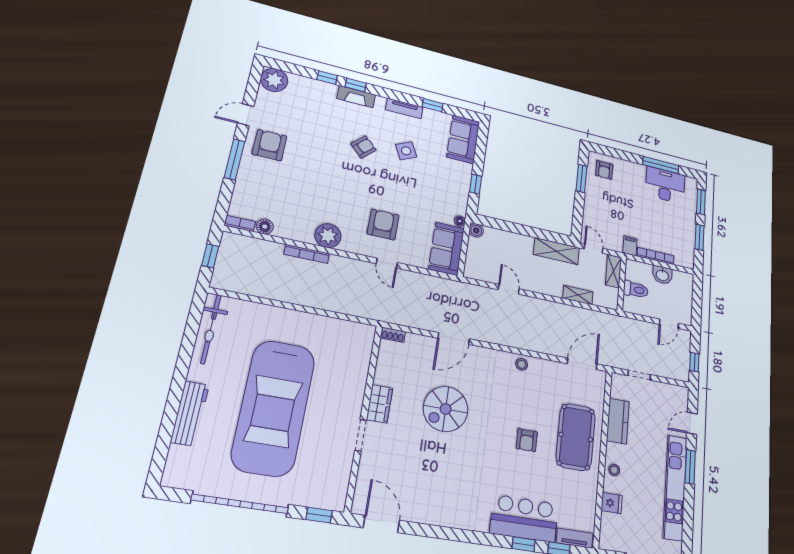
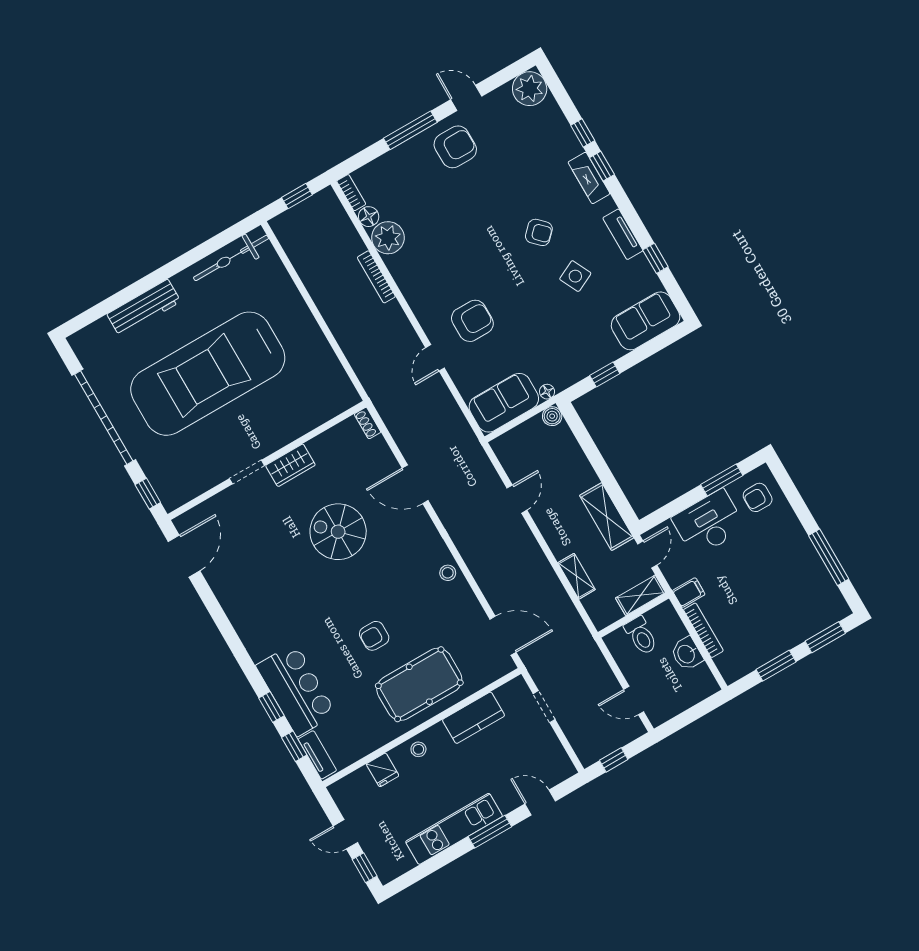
desk: (665, 185) -> (709, 523), moved, turned -90
plant: (328, 236) -> (388, 238), moved
kitchen unit: (675, 487) -> (454, 829), width x0.73

